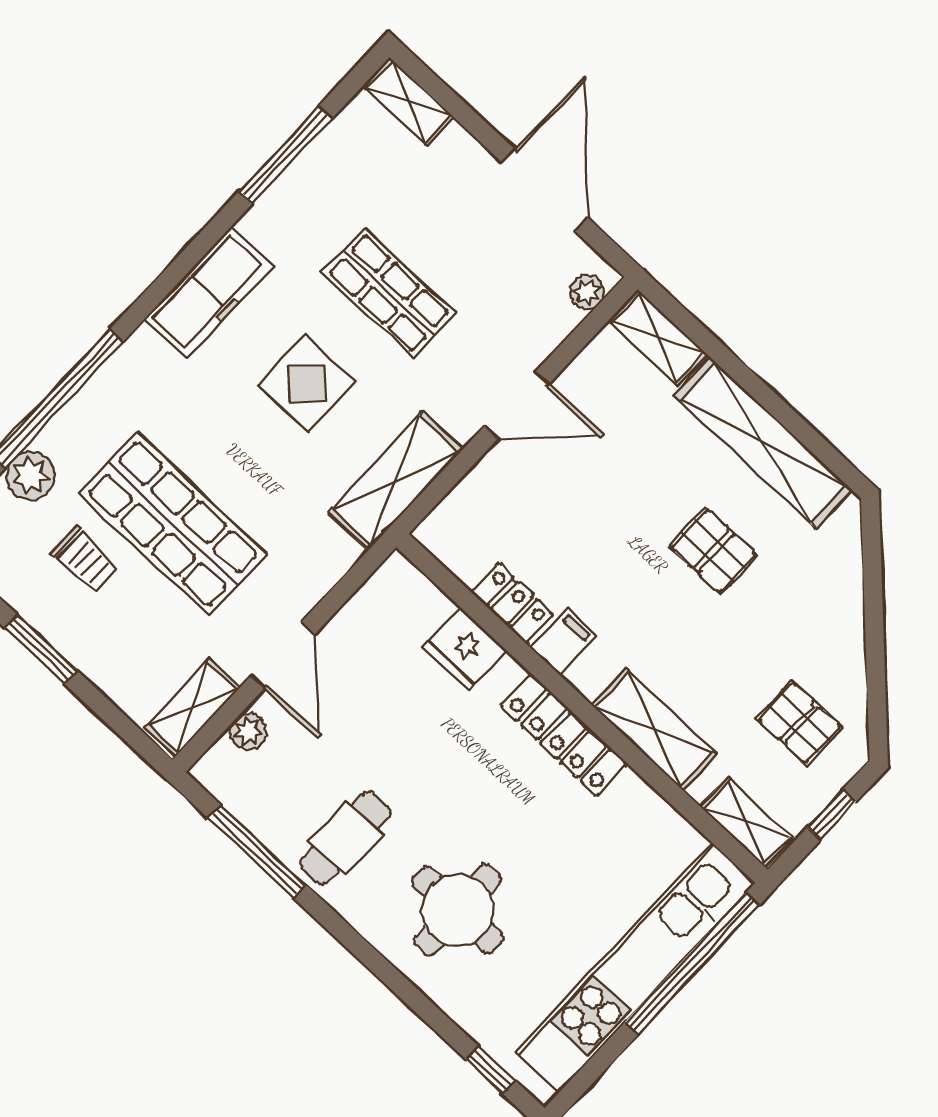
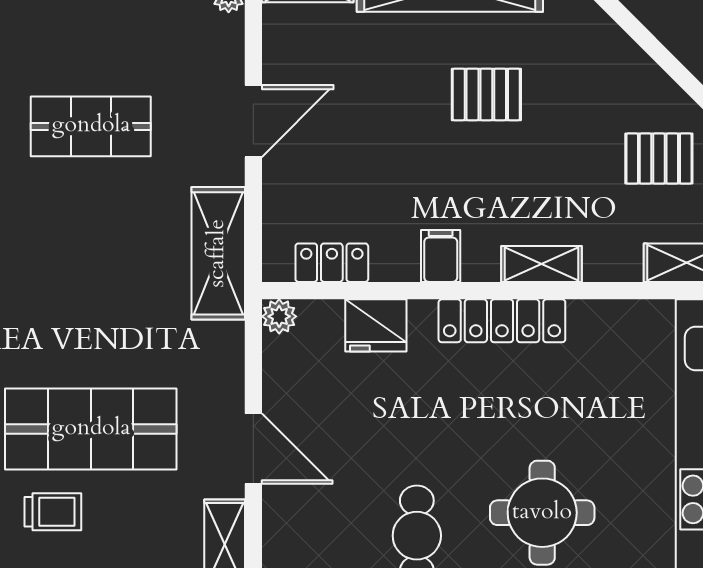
display table: (307, 384) -> (92, 244), removed
locker: (512, 603) -> (332, 263), moved
shelving: (654, 730) -> (542, 264), width x0.67, depth x0.75
plant: (248, 732) -> (279, 316), moved

